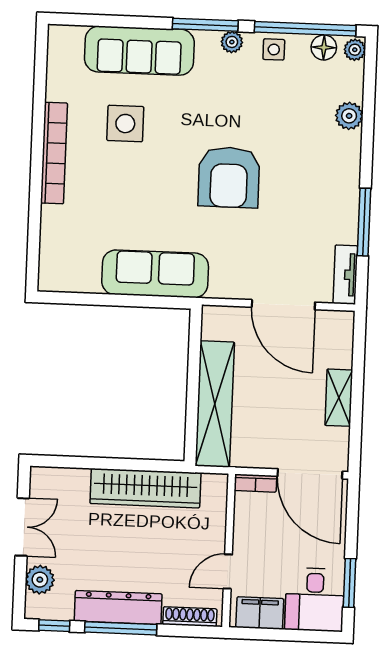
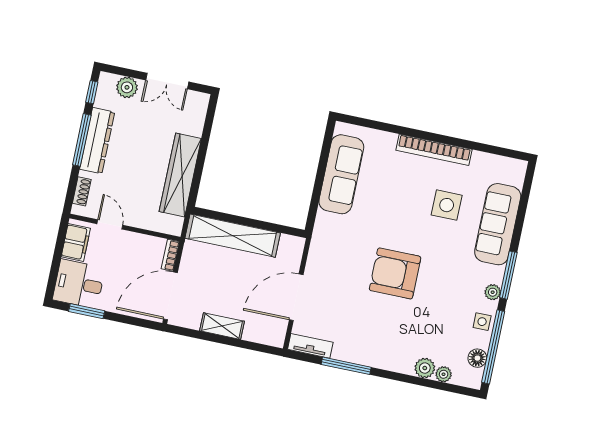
plant: (355, 50) -> (444, 374), moved
sofa: (155, 274) -> (341, 174), moved
shoe rack: (190, 617) -> (82, 191), width x0.70

